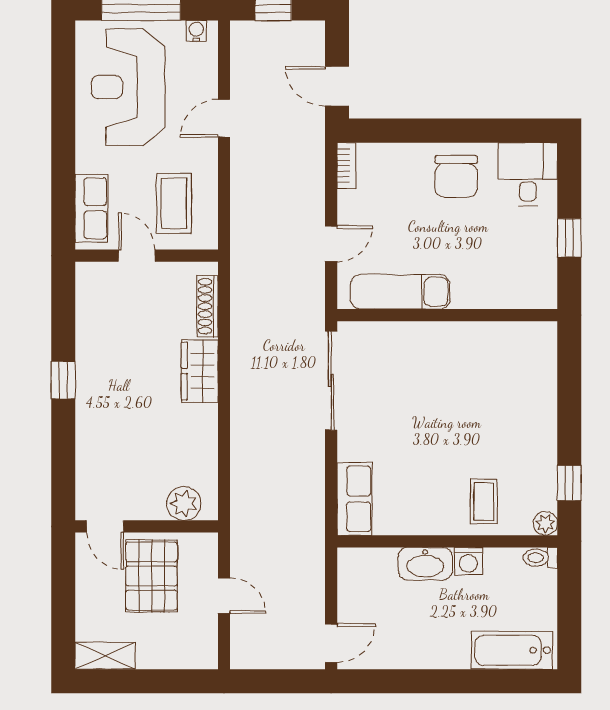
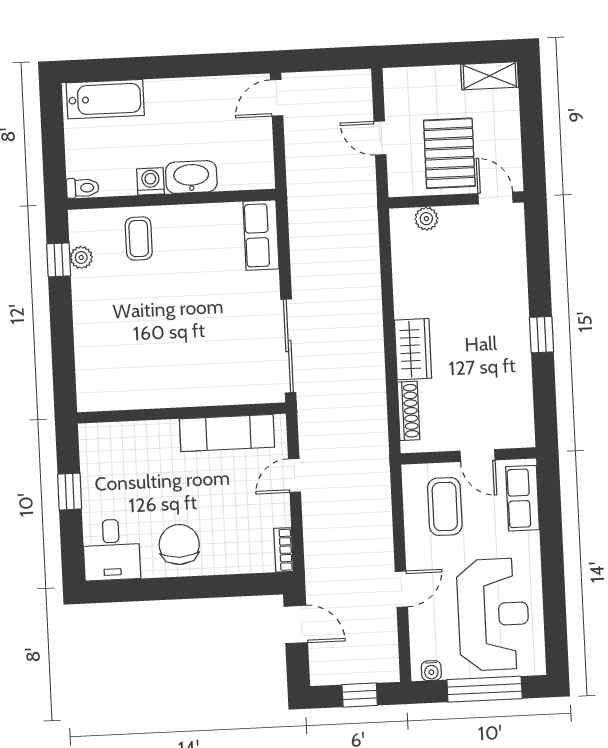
plant: (184, 503) -> (426, 219), width x0.73, depth x0.73
plant: (545, 523) -> (81, 257), moved

